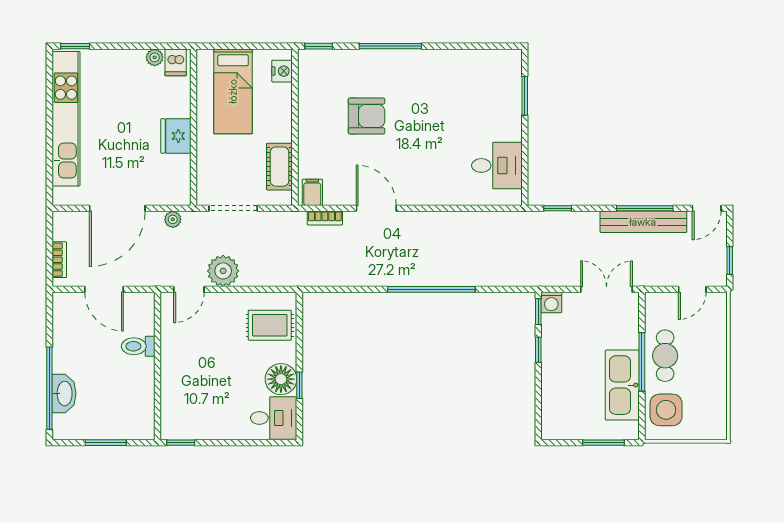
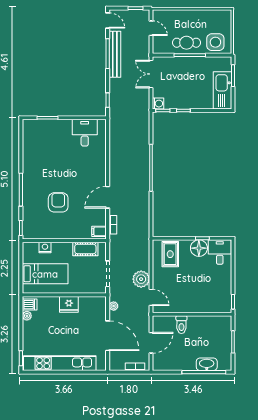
nightstand: (282, 71) -> (45, 248), moved
kitchen sink: (622, 385) -> (222, 90), moved, turned 90

